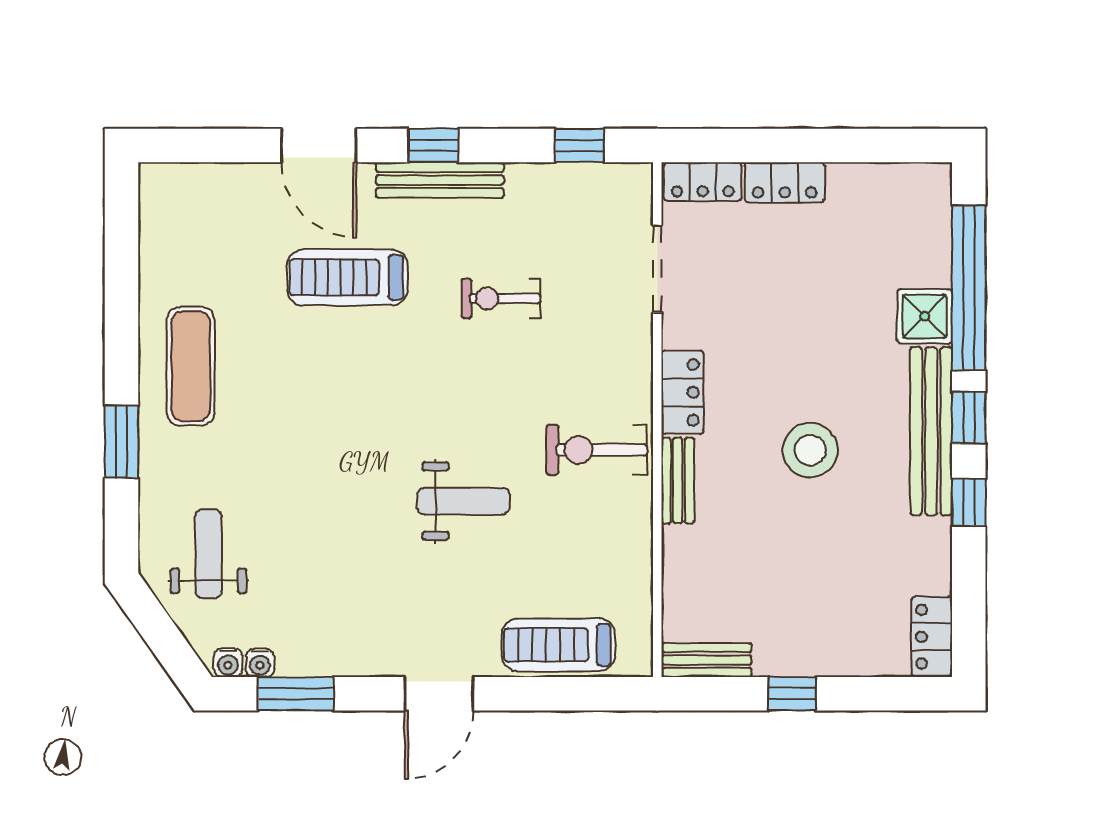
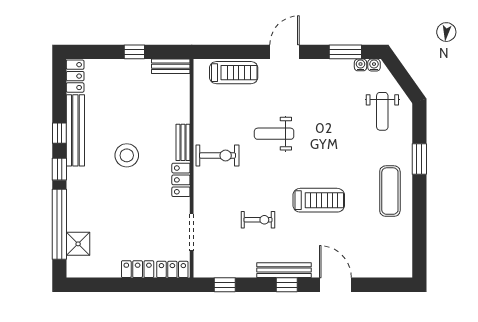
treadmill: (347, 277) -> (319, 200), moved
shower: (925, 316) -> (78, 244), moved
bench: (931, 431) -> (75, 130), moved

